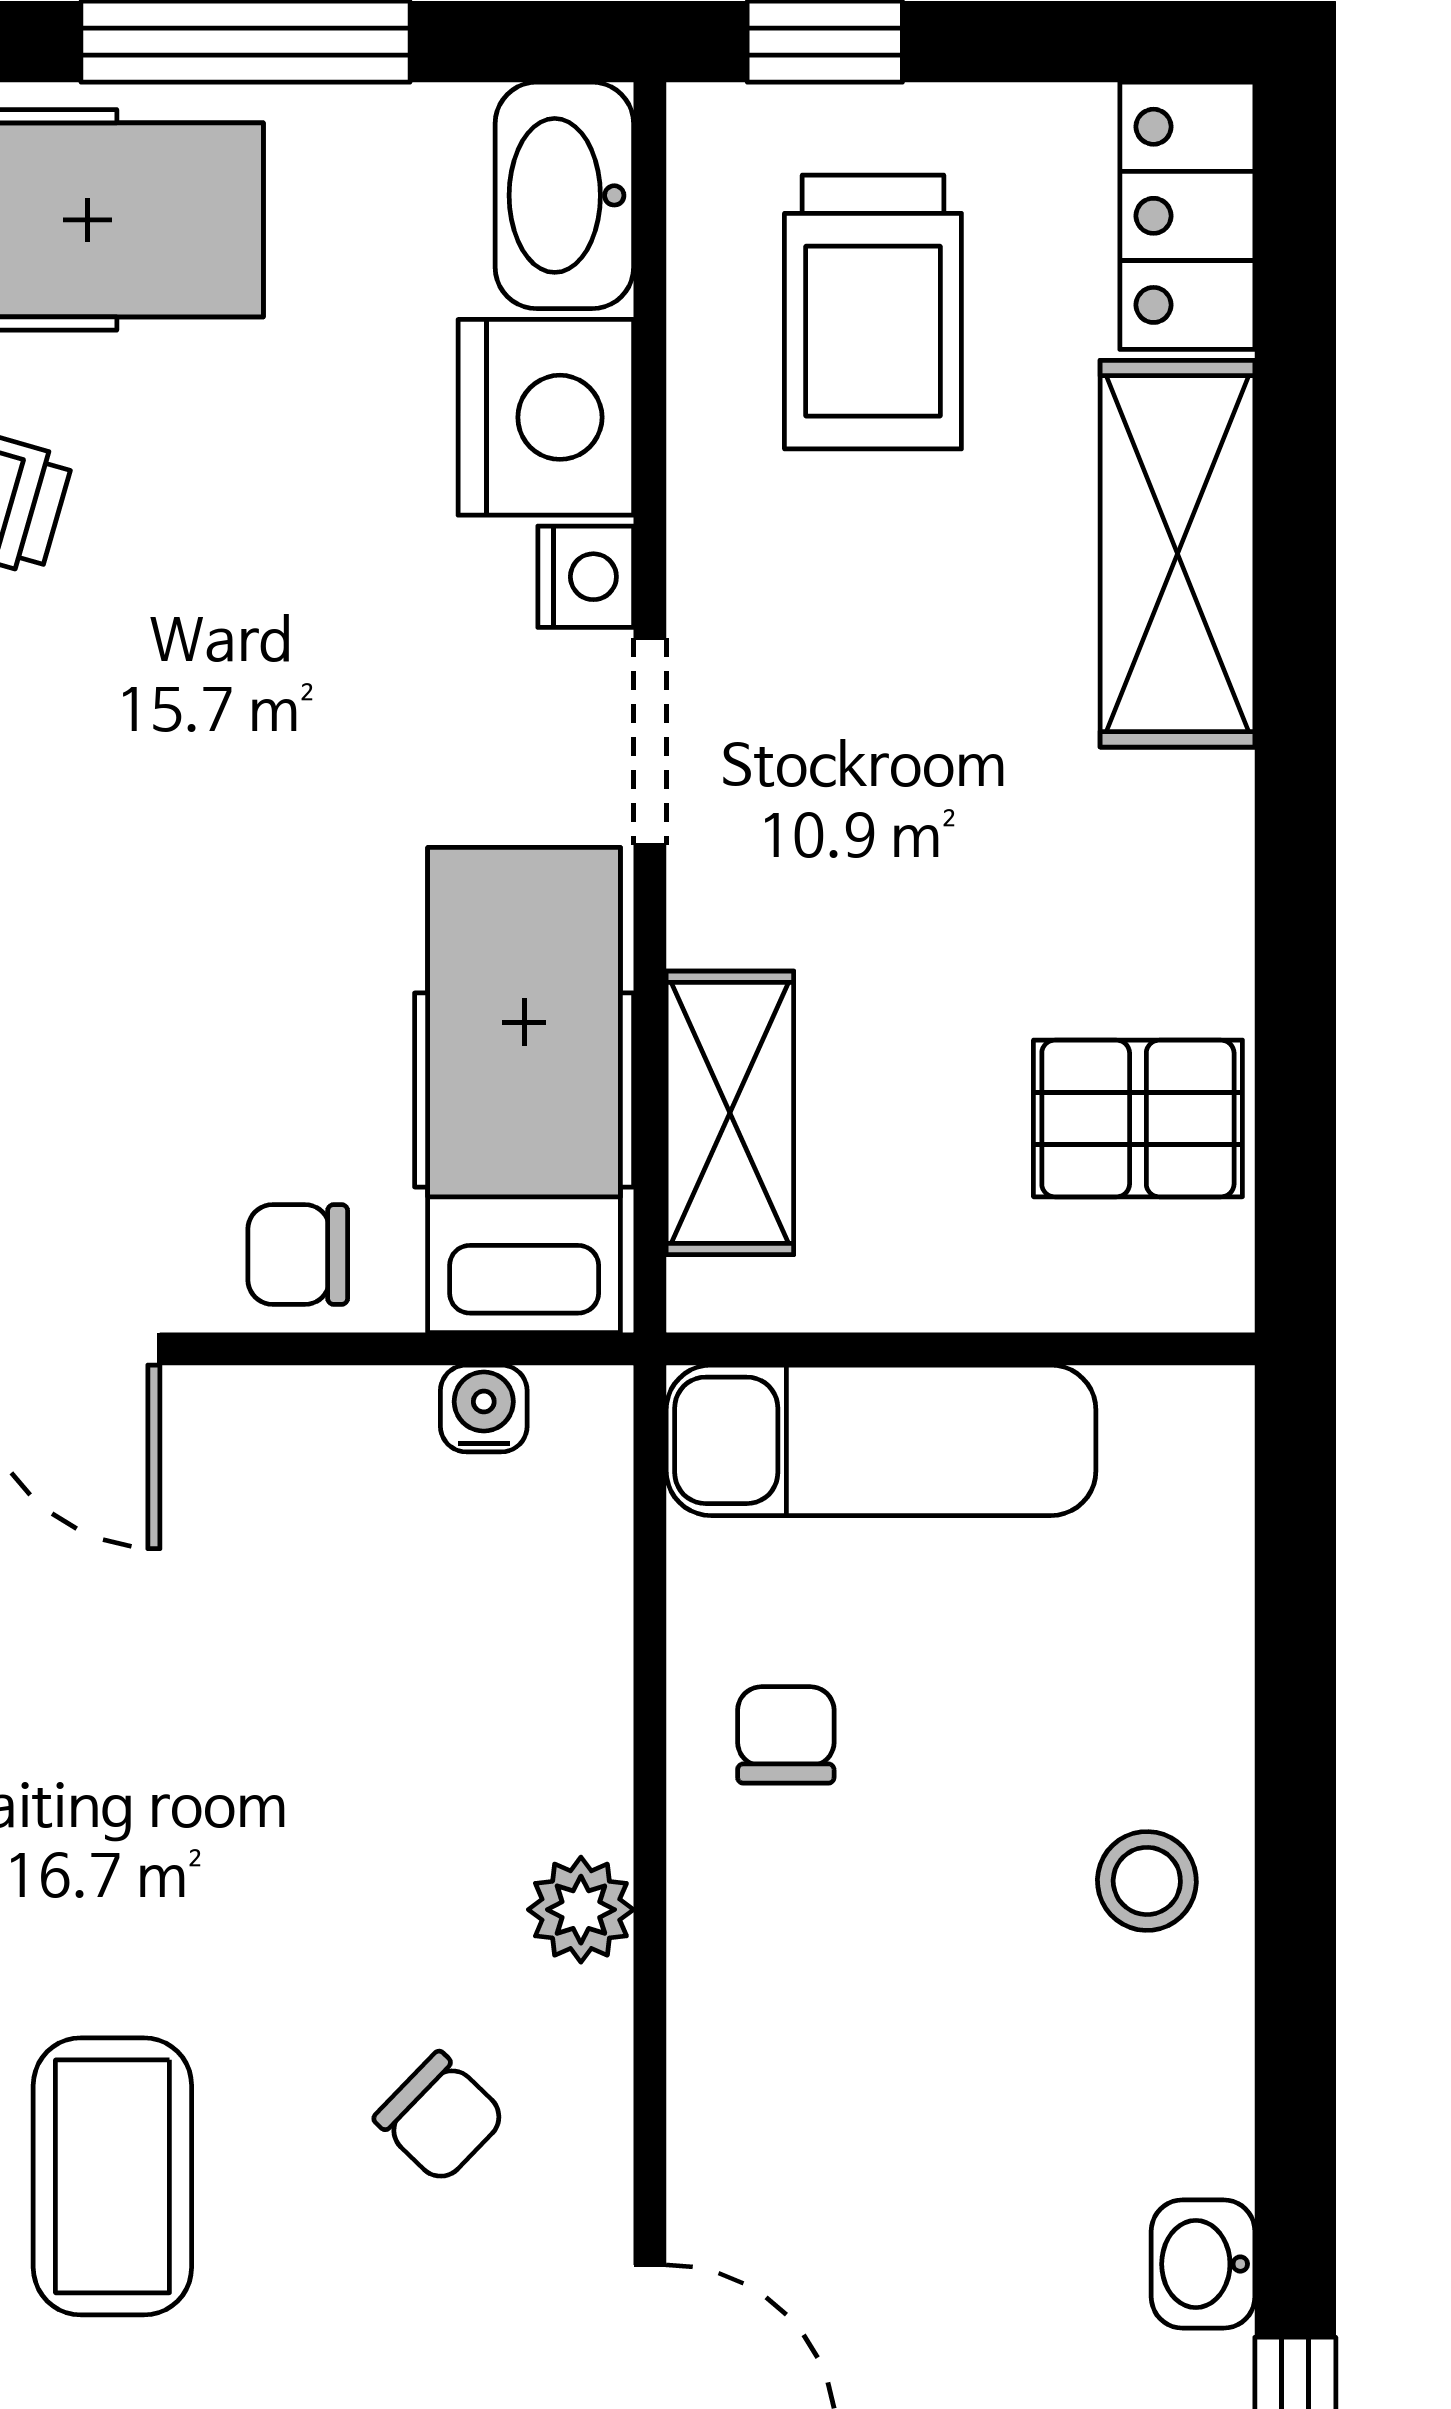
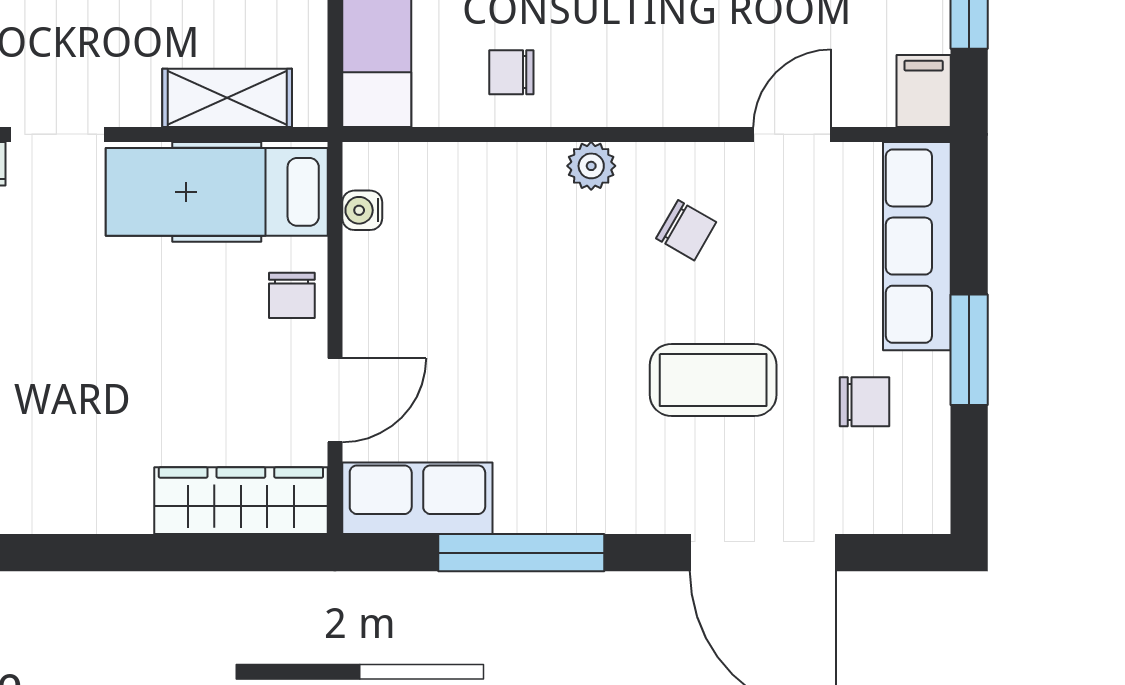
chair: (440, 2117) -> (686, 230), turned 76

